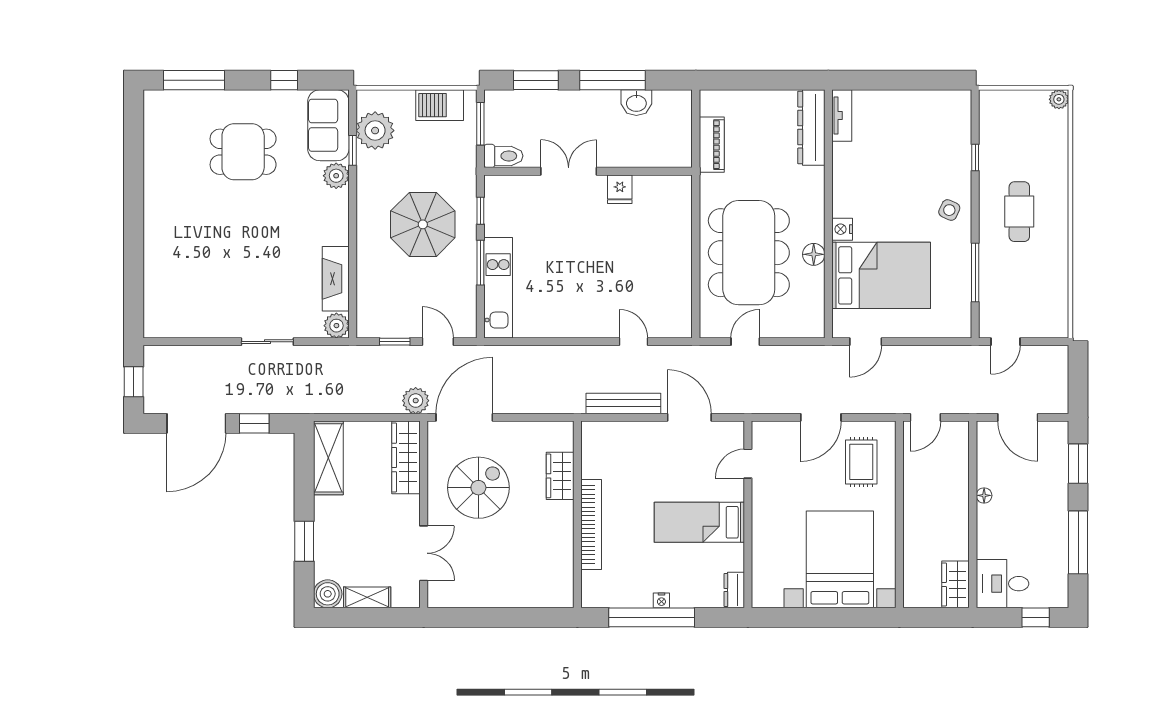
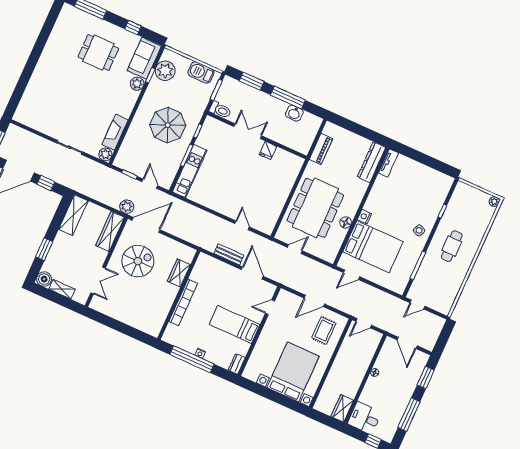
bench: (623, 403) -> (229, 254), width x0.73

